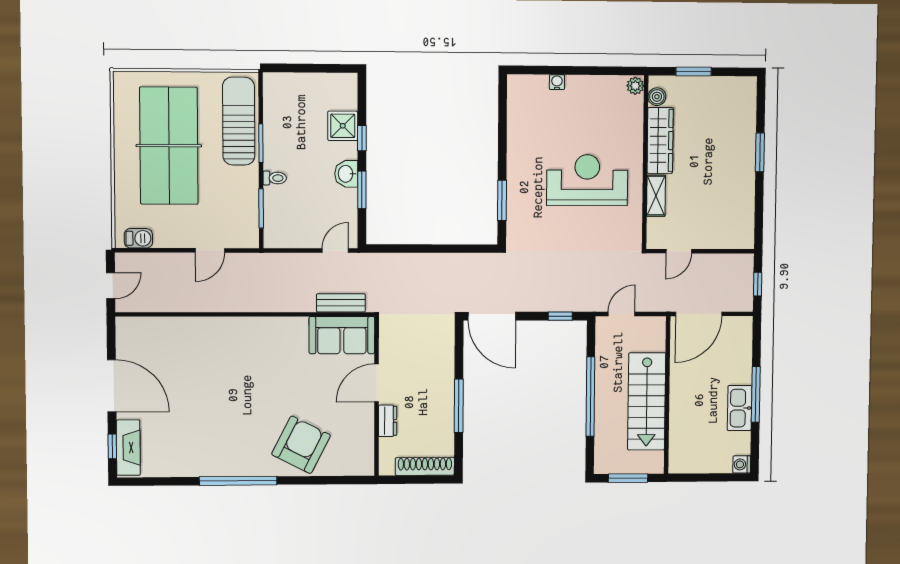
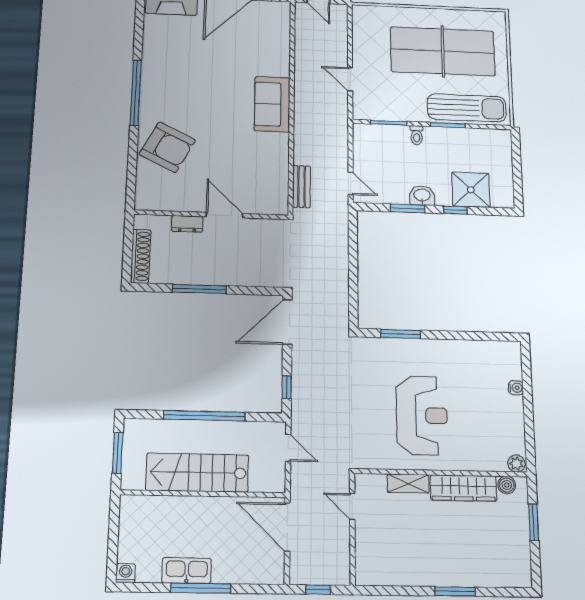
shower: (343, 126) -> (471, 190), width x1.36, depth x1.36
barbecue: (138, 238) -> (360, 23), removed
sofa: (342, 335) -> (272, 104), moved

